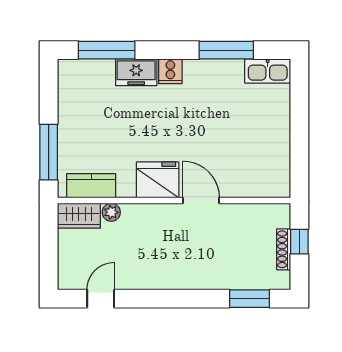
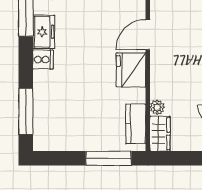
freezer: (136, 72) -> (44, 32), moved

